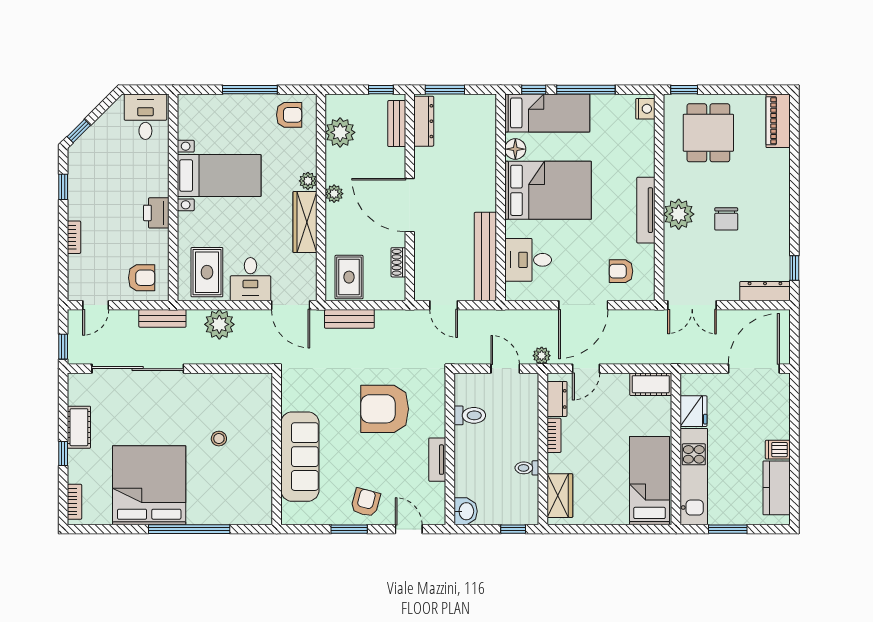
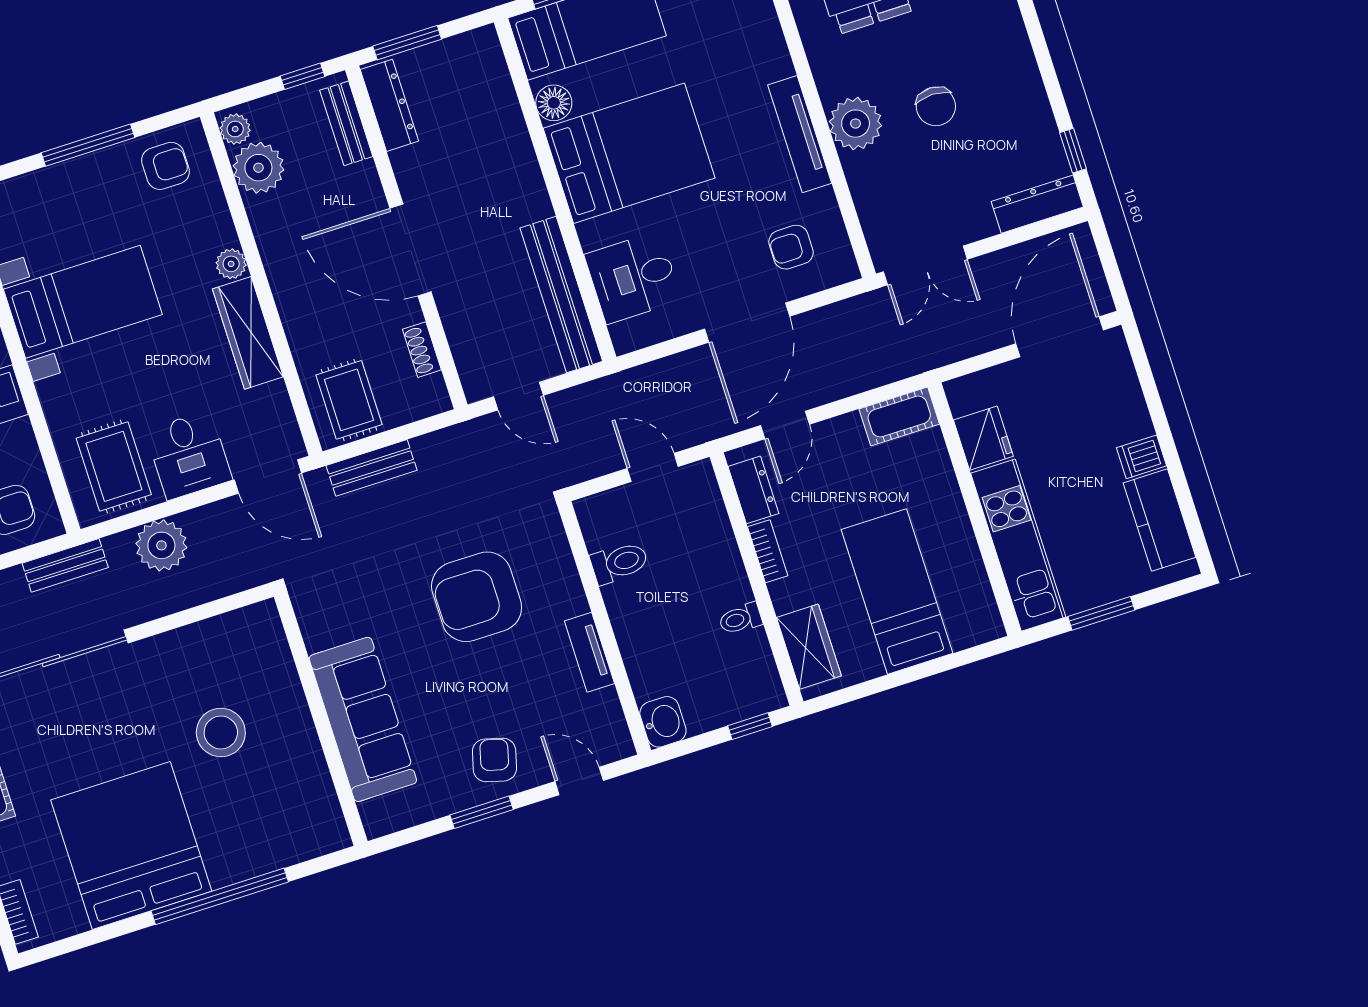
plant: (334, 194) -> (235, 129), moved
plant: (542, 356) -> (705, 427), removed
stool: (219, 439) -> (221, 732), width x1.89, depth x1.89
bed: (649, 481) -> (897, 591), moved

